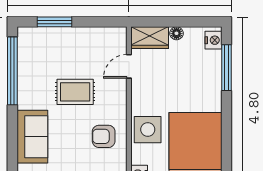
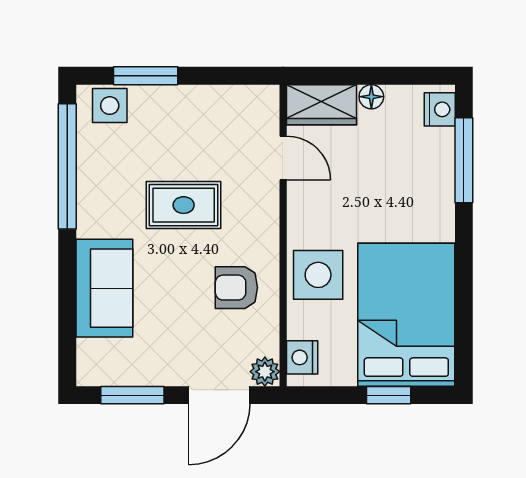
side table: (35, 38) -> (110, 106), added
door: (129, 66) -> (283, 158), swing flipped

